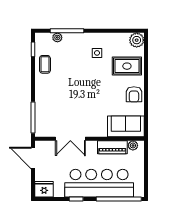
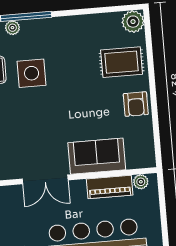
side table: (97, 53) -> (32, 73), moved, width x1.87, depth x1.87
sofa: (126, 126) -> (97, 156), moved

